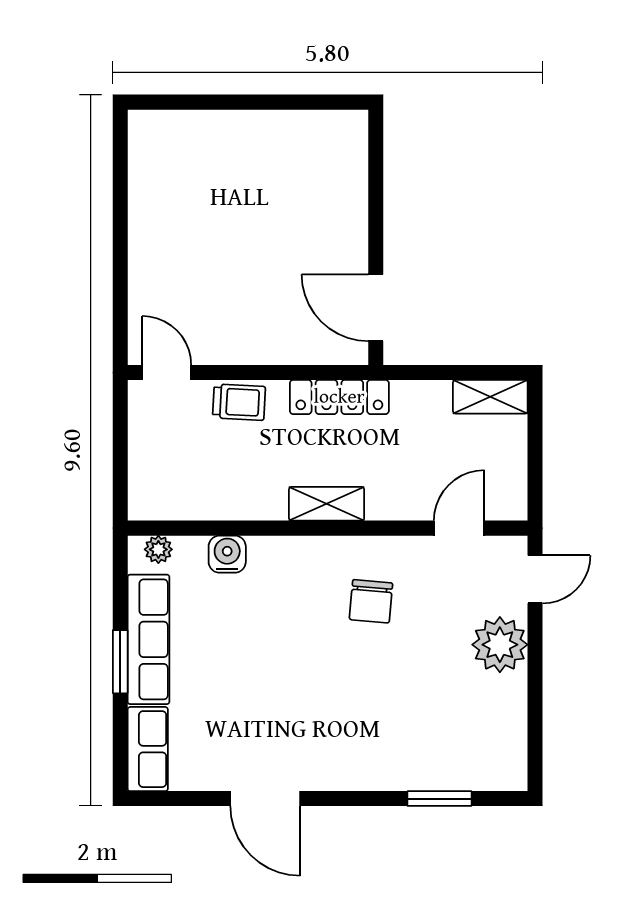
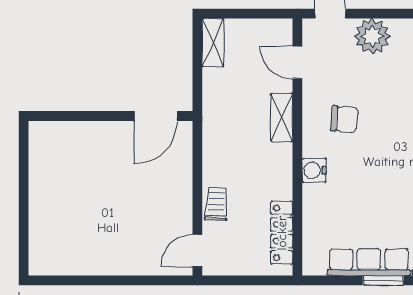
locker: (339, 397) -> (282, 233), moved, turned 180
shelving: (327, 504) -> (282, 117), moved
plant: (158, 549) -> (311, 256), removed
water cooler: (227, 554) -> (314, 170), moved

